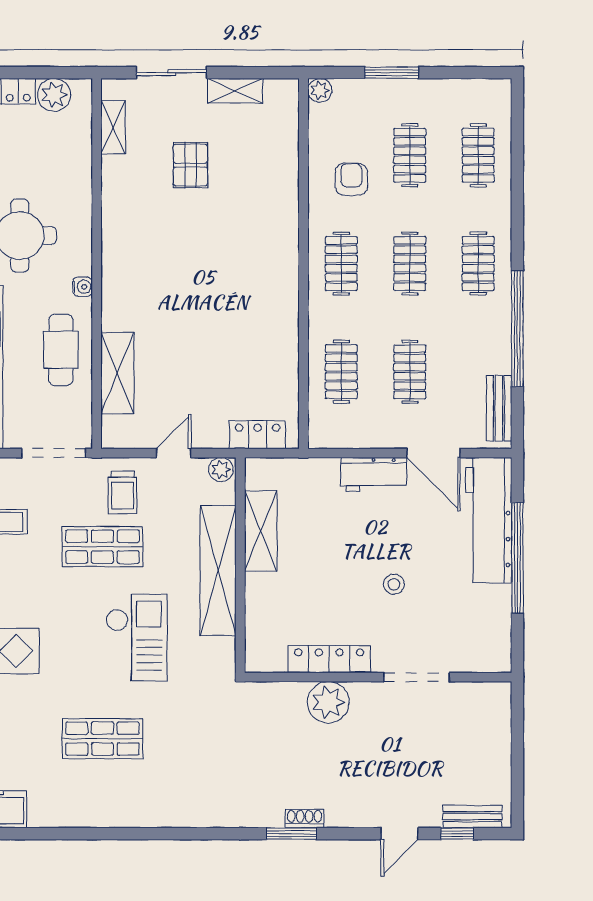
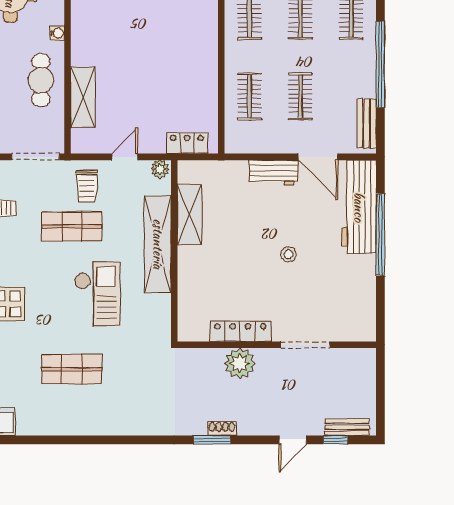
locker: (329, 659) -> (240, 331), moved
wall: (378, 677) -> (277, 345), moved
doorway: (417, 677) -> (305, 345), moved
plant: (328, 702) -> (240, 363), moved

